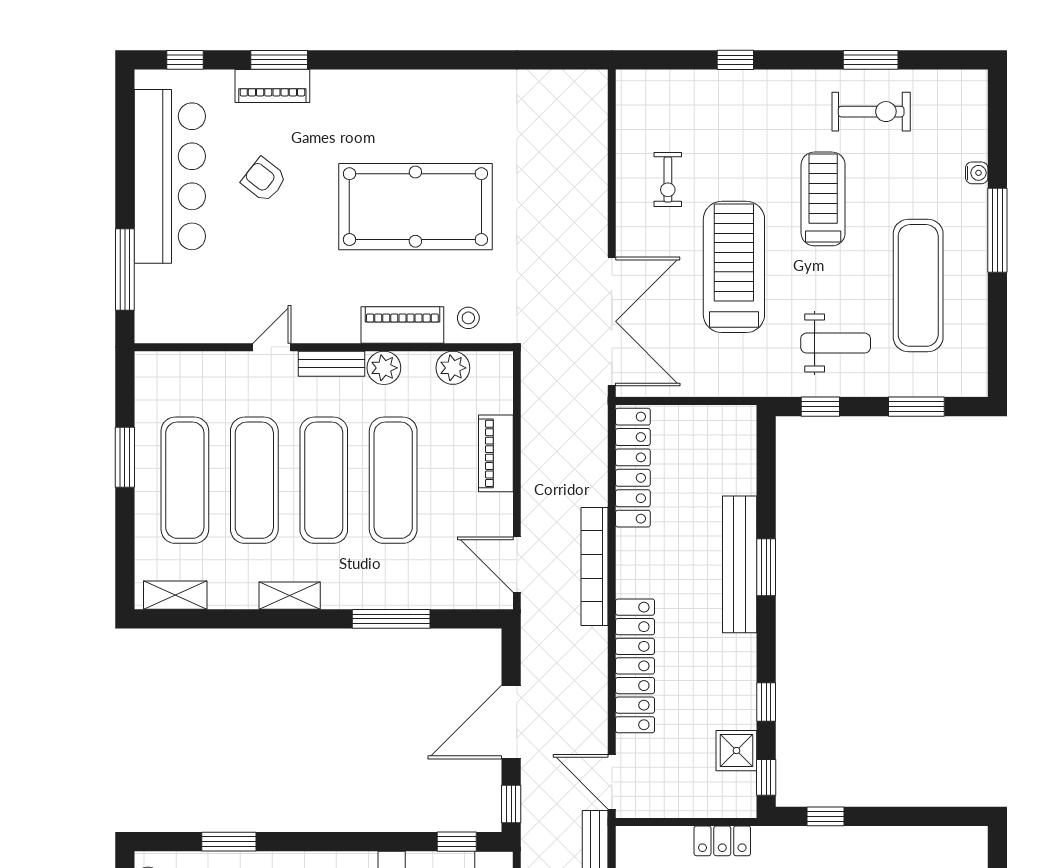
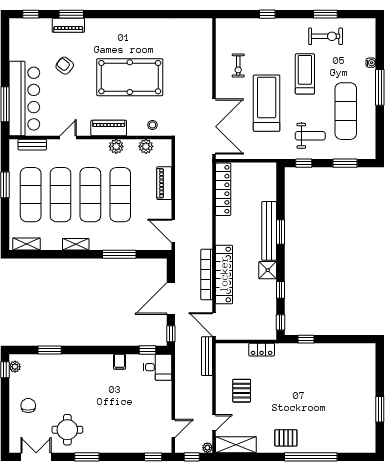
bar counter: (170, 176) -> (24, 99), moved
piano: (402, 325) -> (109, 128), moved
bench: (332, 364) -> (32, 145), moved
bookcase: (595, 566) -> (207, 274), moved
shower: (736, 751) -> (268, 270), moved

